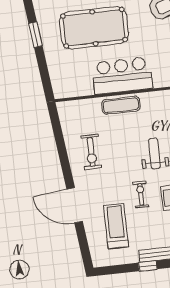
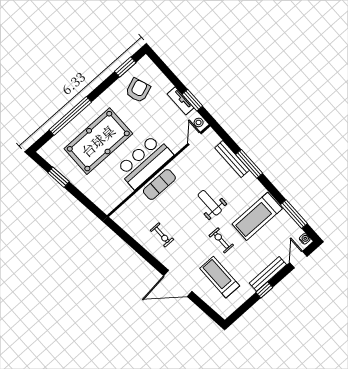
exercise bike: (91, 152) -> (162, 235), width x0.73, depth x0.72

